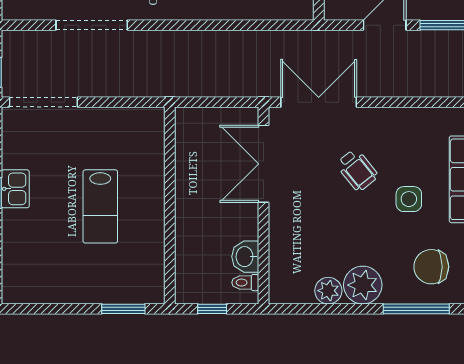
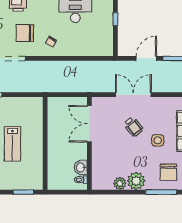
double door: (319, 102) -> (133, 95), moved
chair: (431, 267) -> (168, 172), turned -90
window: (212, 309) -> (65, 192), removed

